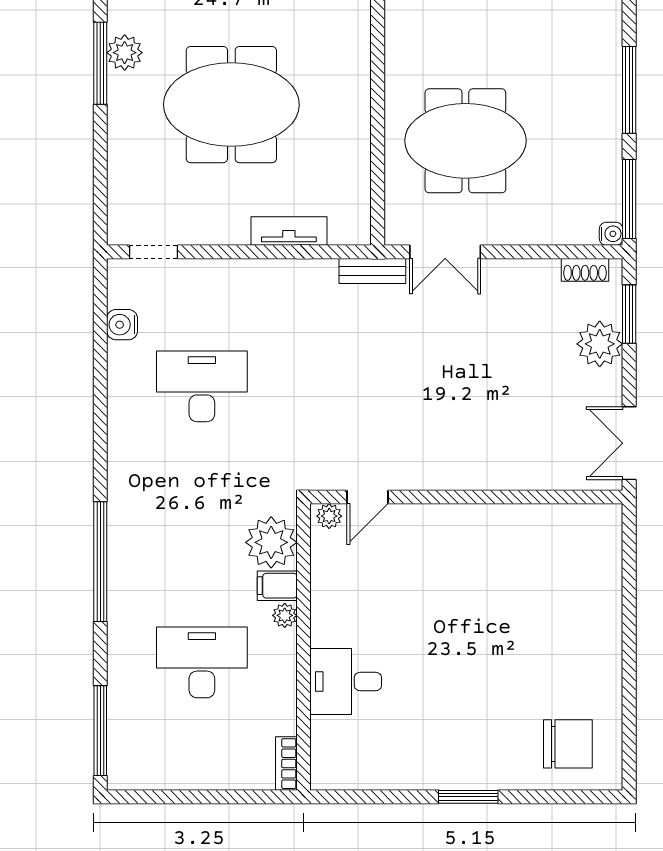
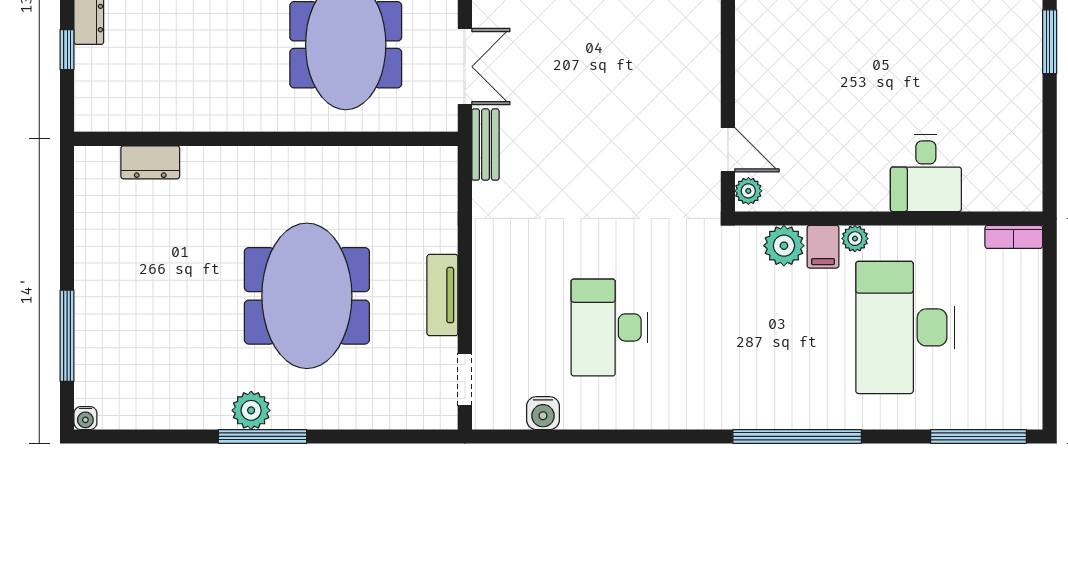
tv unit: (289, 231) -> (442, 295), moved
plant: (271, 542) -> (784, 246), width x0.73, depth x0.73
desk: (202, 662) -> (905, 327), width x1.36, depth x1.30

